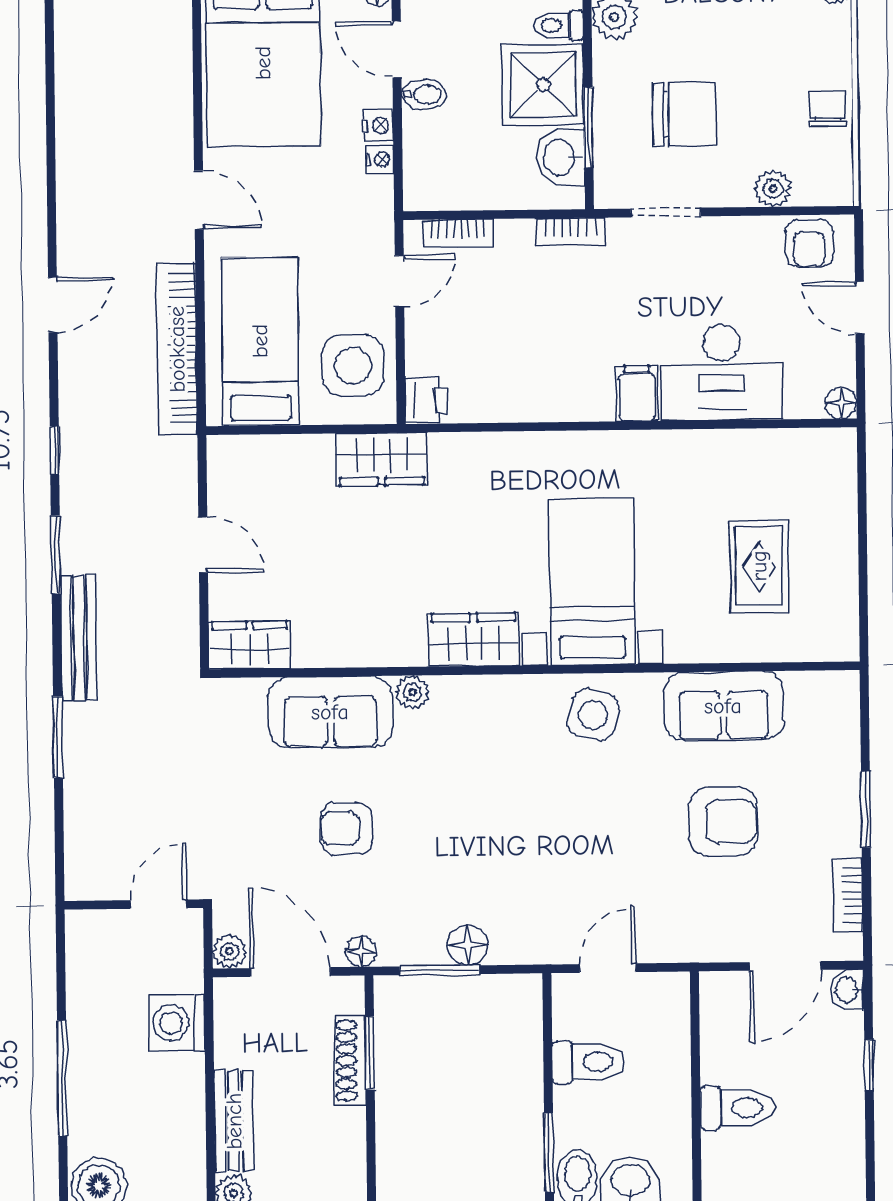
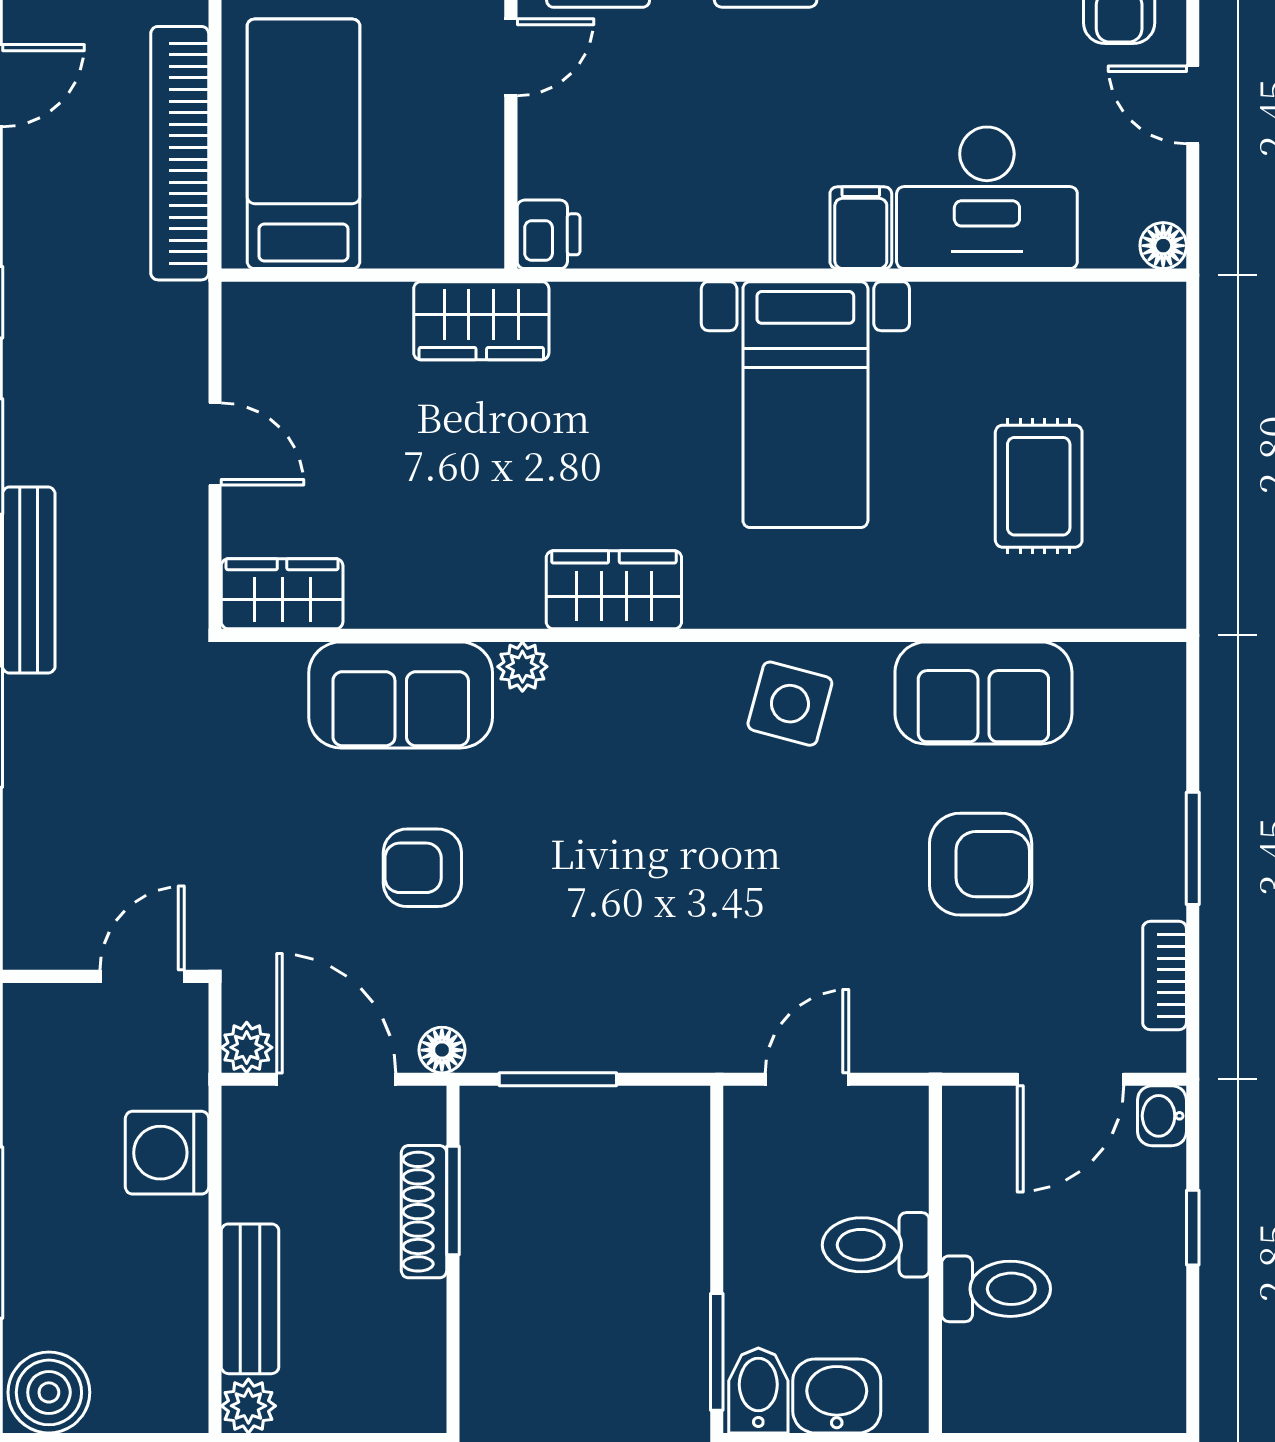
side table: (353, 366) -> (440, 181), removed
bed with nightstands: (592, 582) -> (805, 405), moved, turned 180
floor lamp: (468, 945) -> (600, 1043), removed
toilet: (588, 1062) -> (876, 1245), moved, turned 180

